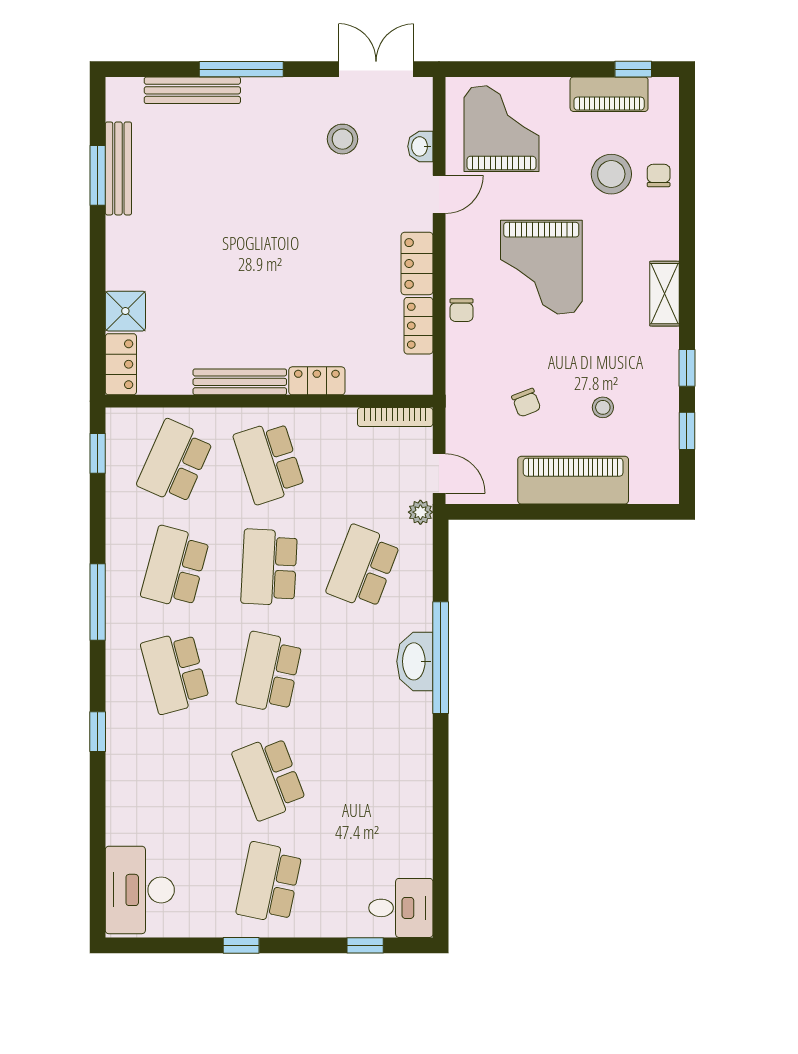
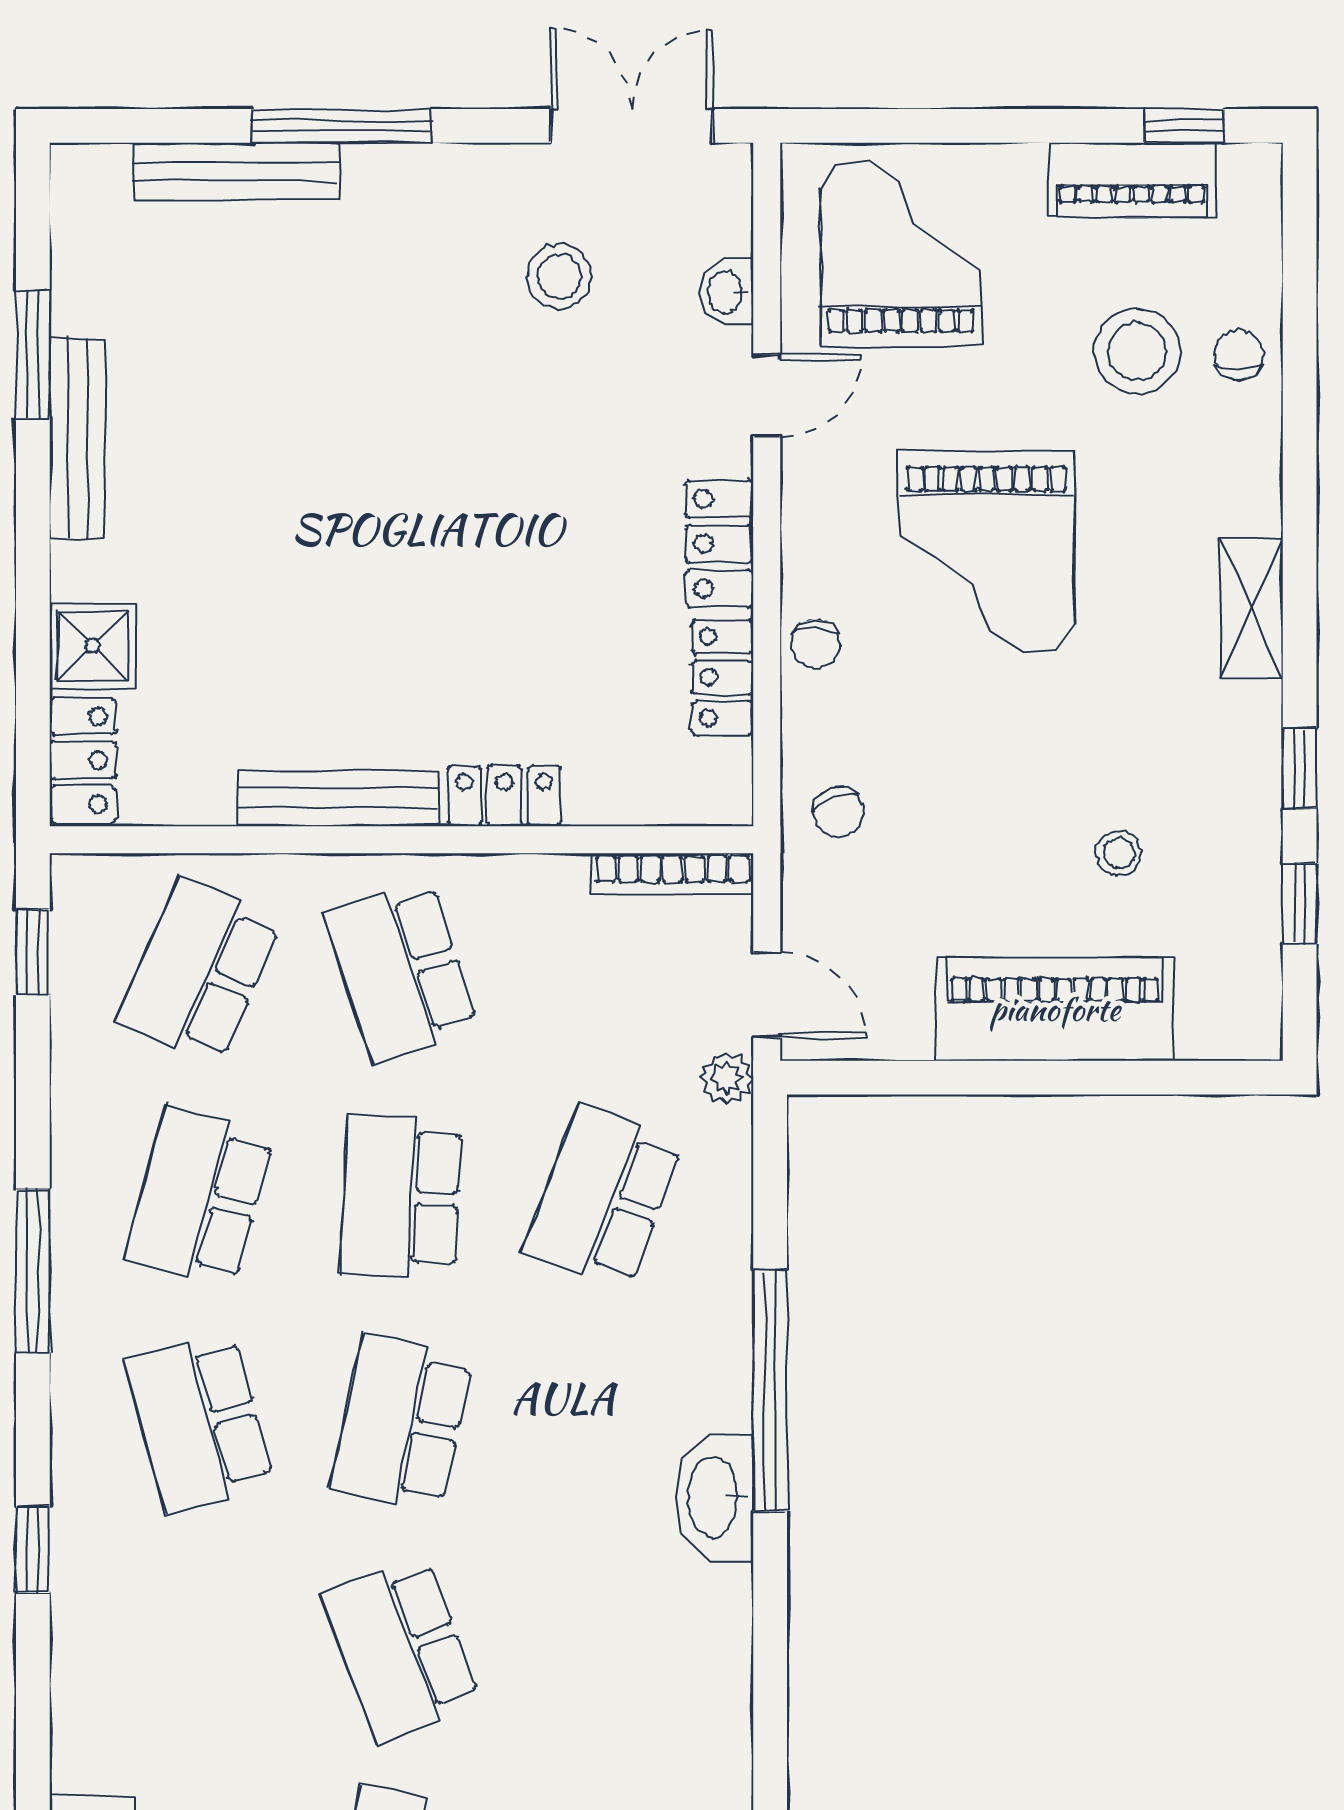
bench: (118, 168) -> (78, 439), moved
chair: (526, 403) -> (838, 812), moved
washbasin: (415, 661) -> (715, 1497), moved

